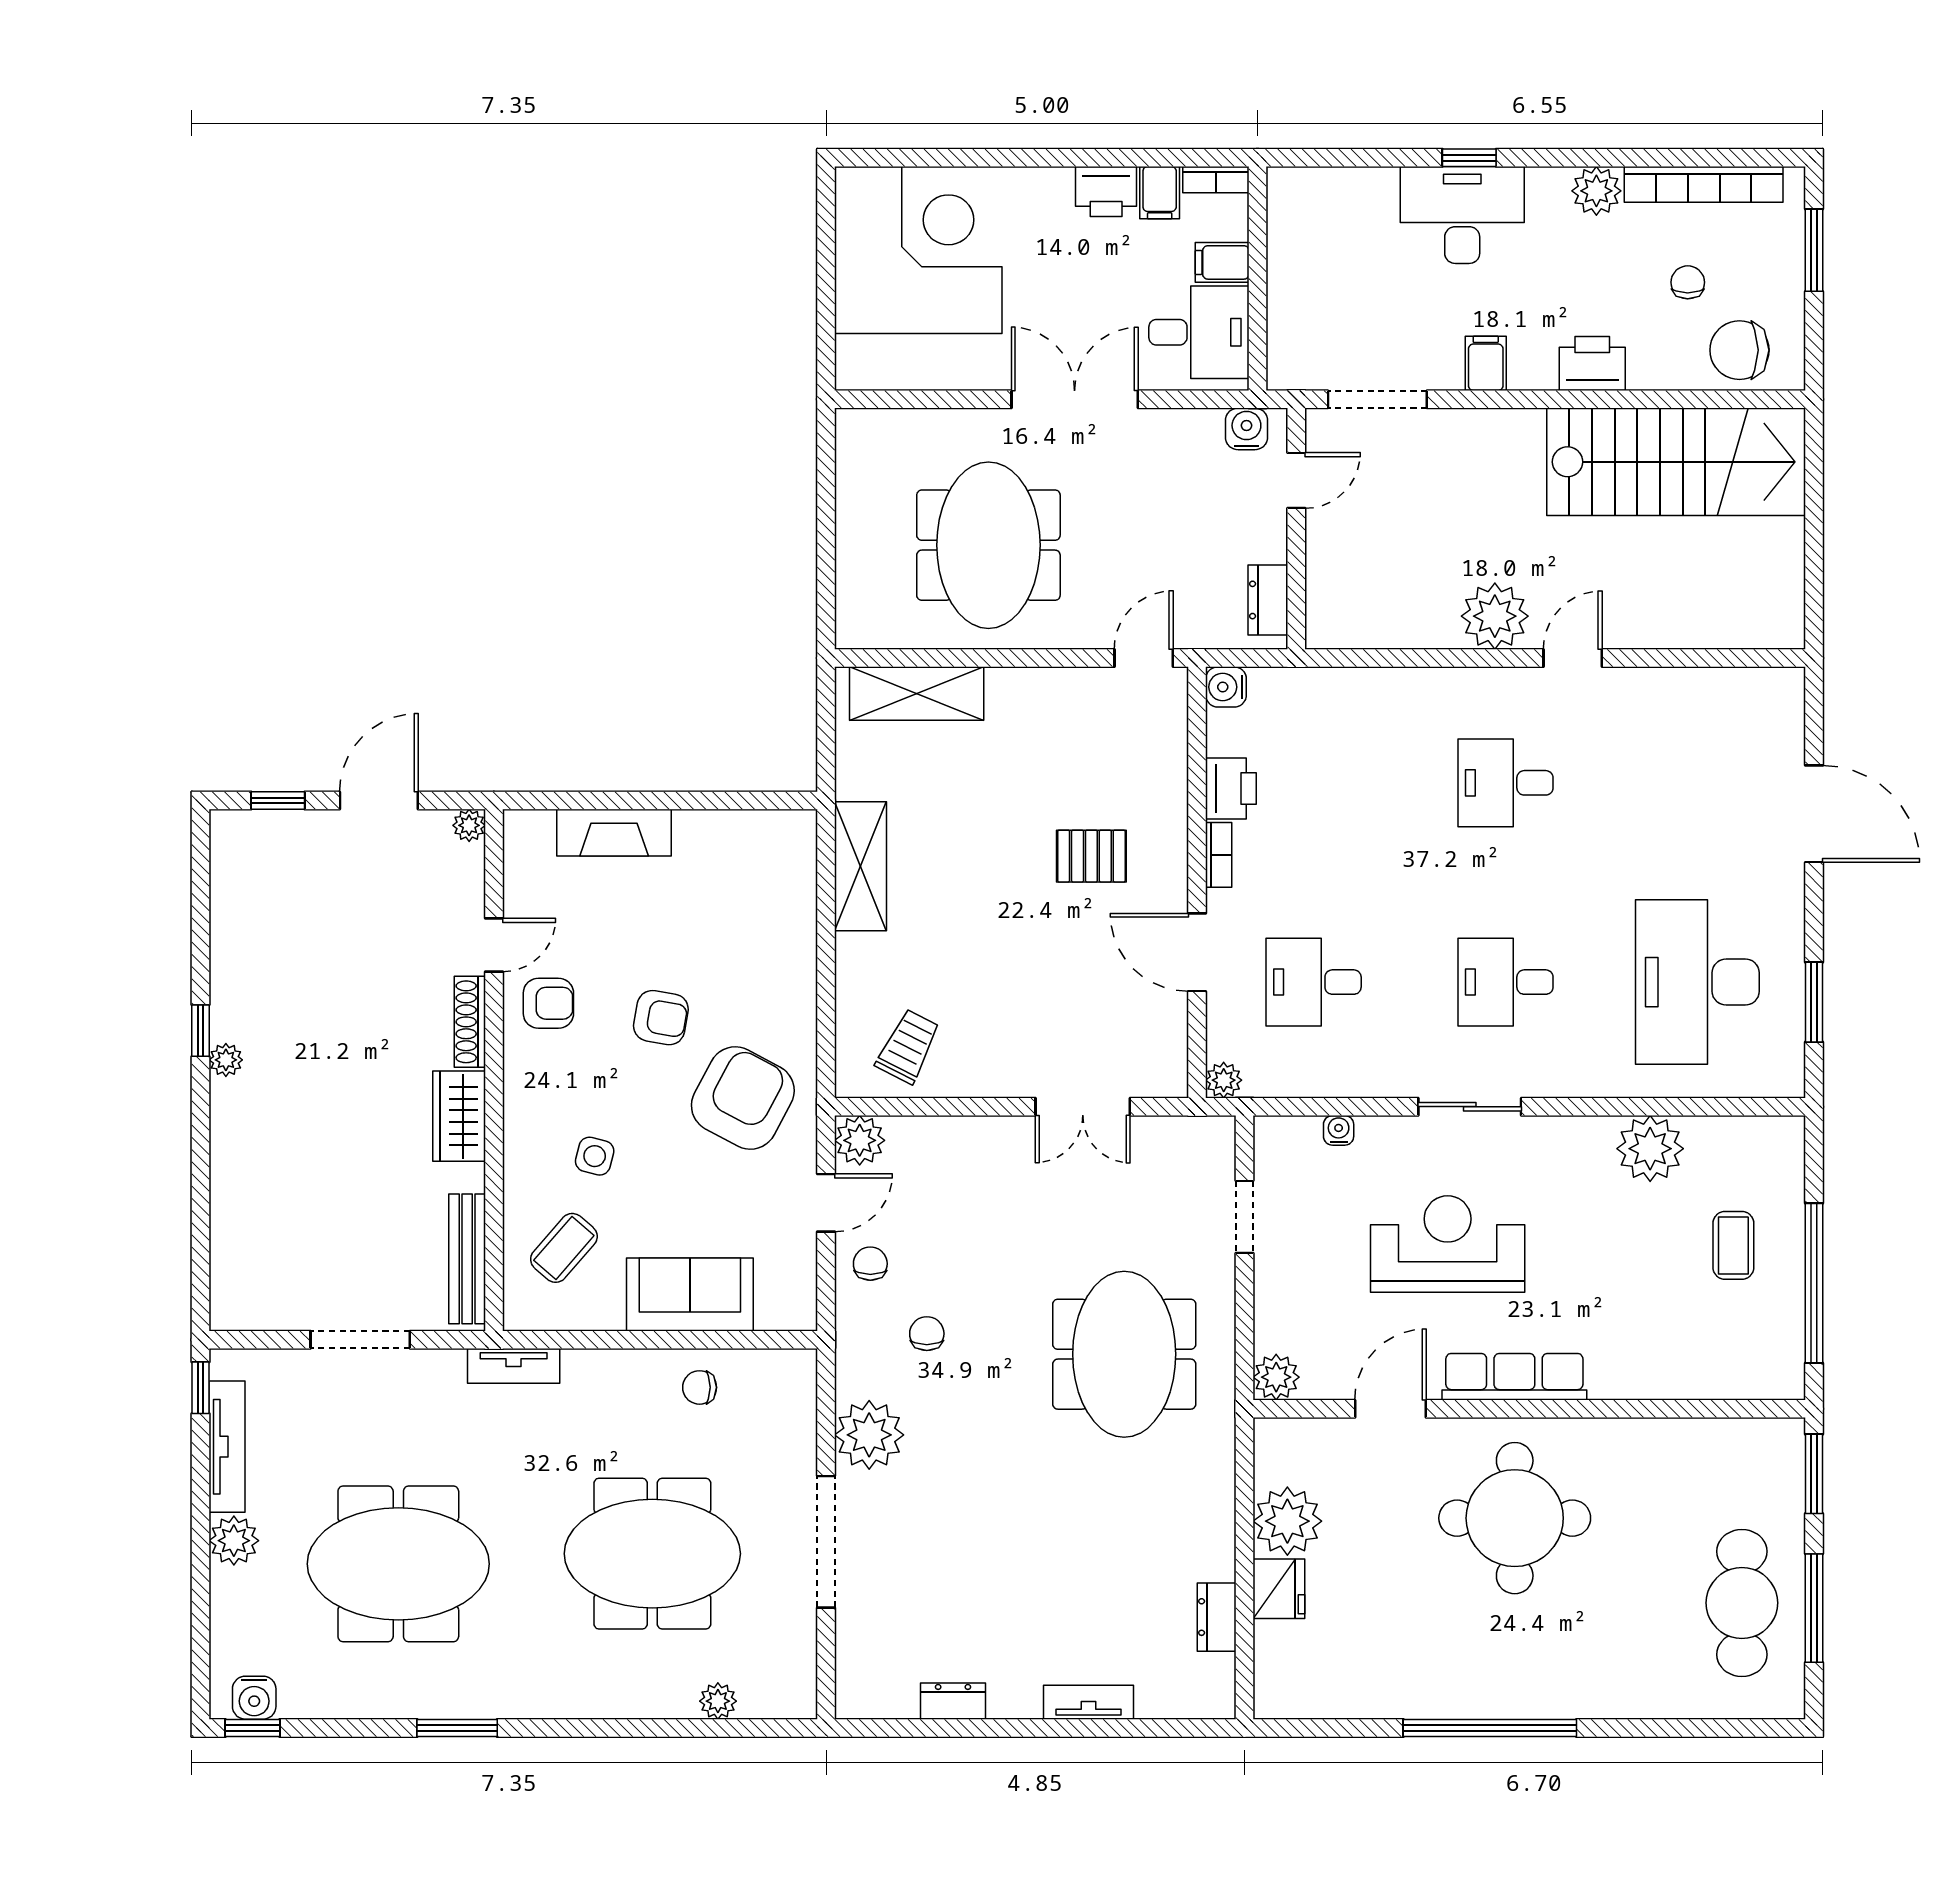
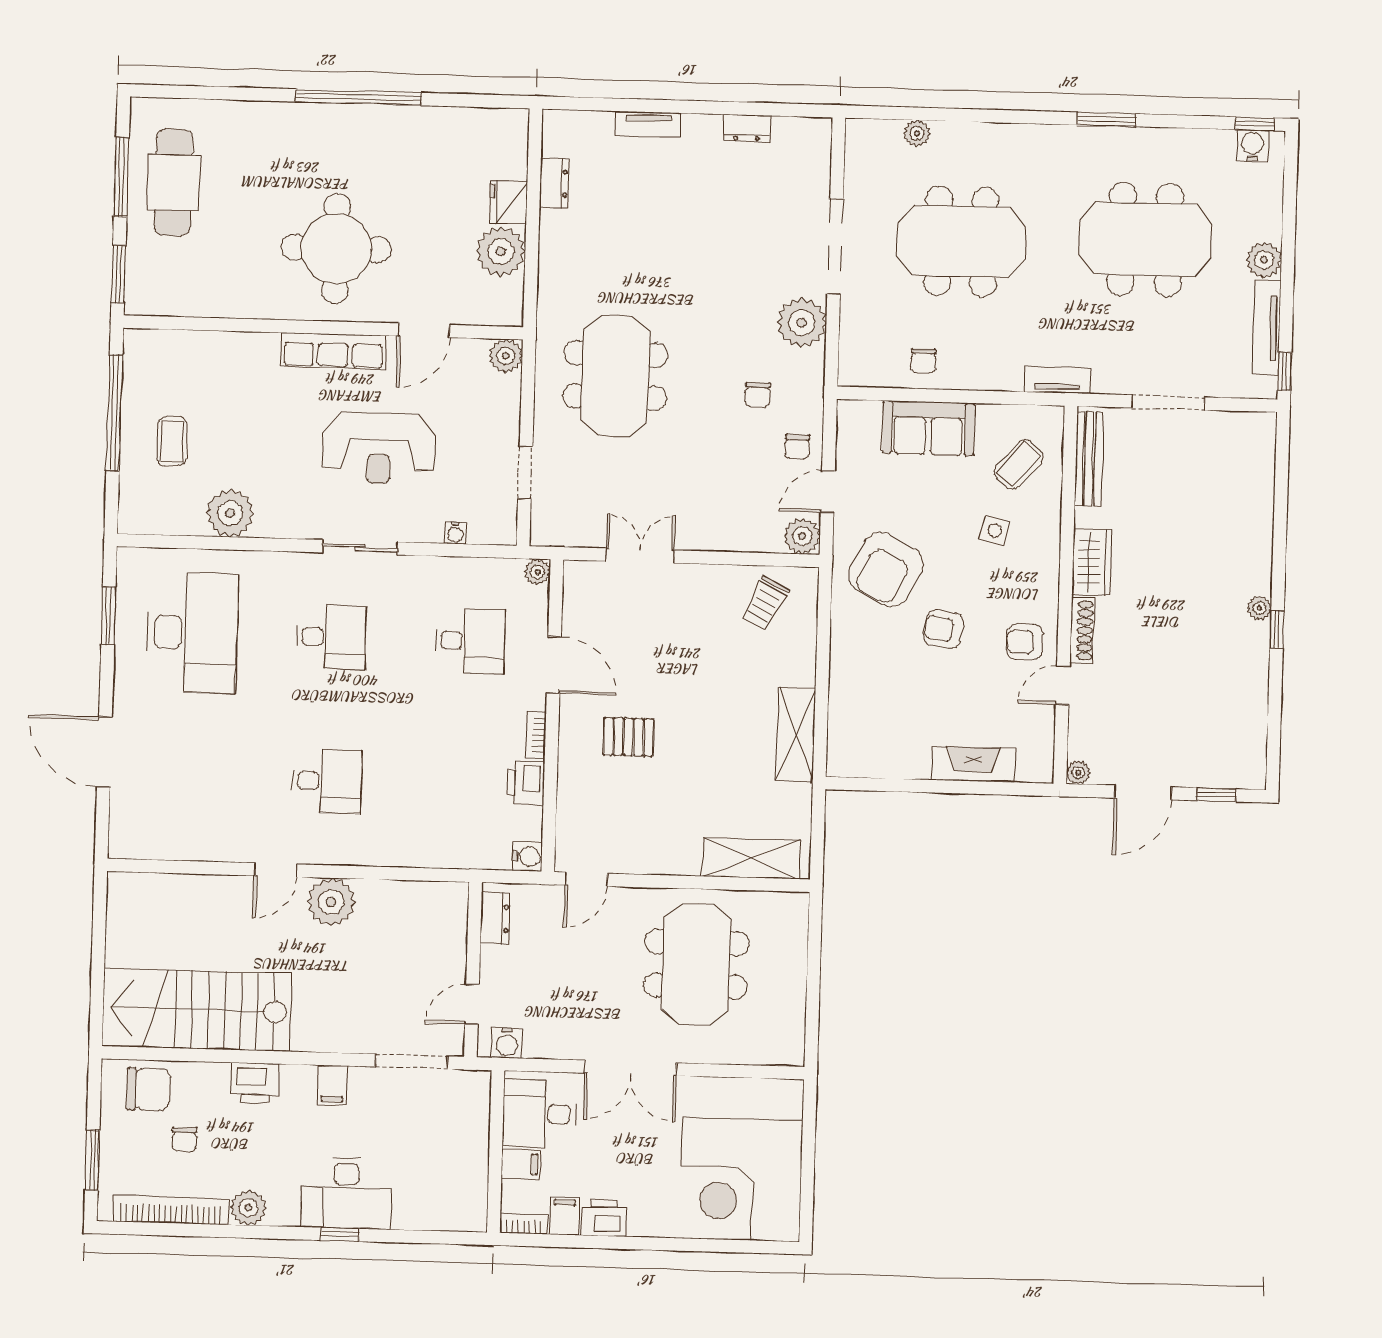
chair: (700, 1387) -> (923, 361), turned 90

